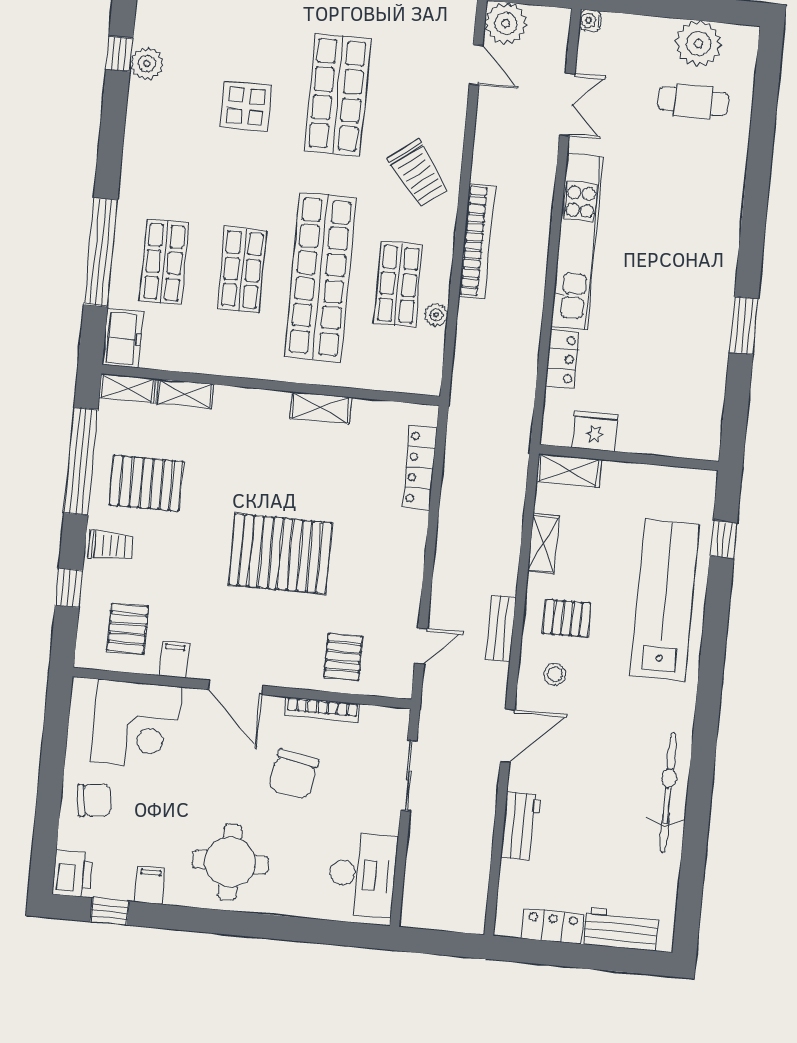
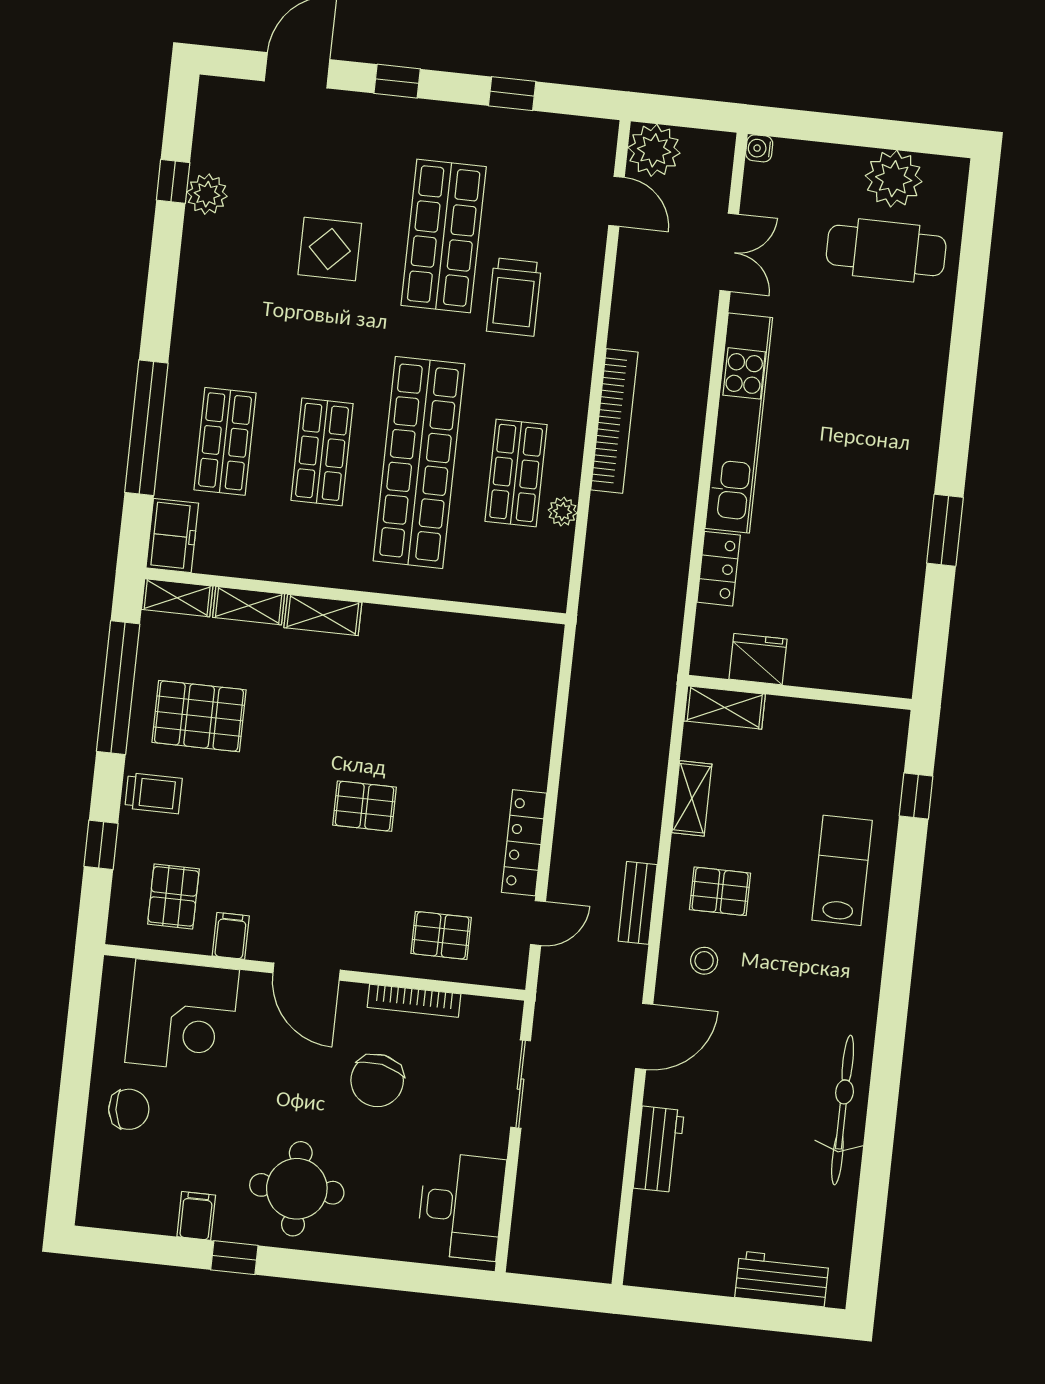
cafe table: (693, 101) -> (886, 250), width x1.37, depth x1.35
trolley: (418, 173) -> (514, 297), moved, turned 37
shelving: (321, 408) -> (323, 615), moved
locker: (420, 468) -> (524, 843), moved
pallet: (280, 554) -> (365, 806), width x0.49, depth x0.50
lab bench: (665, 600) -> (842, 870), width x0.54, depth x0.72
pallet: (343, 657) -> (441, 935), turned 90
printer: (72, 874) -> (100, 1200), removed
window: (110, 911) -> (234, 1258), moved
locker: (553, 926) -> (697, 1274), removed

